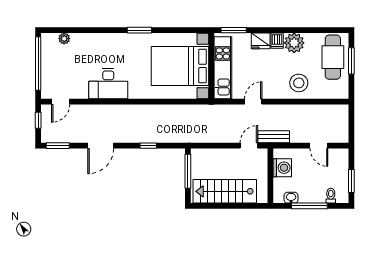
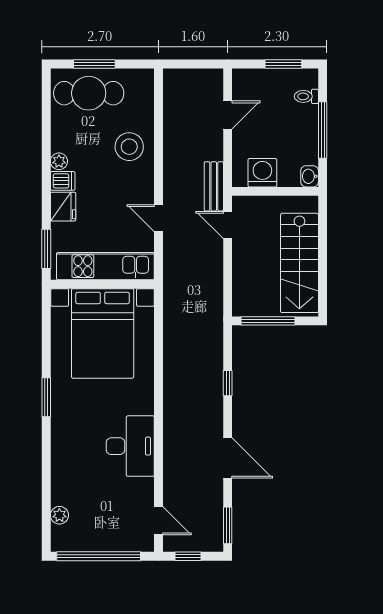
plant: (294, 43) -> (59, 161), width x0.53, depth x0.53
washbasin: (291, 198) -> (310, 176), moved

